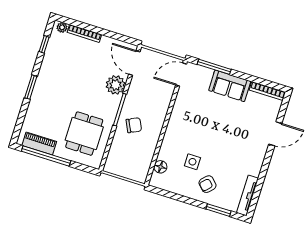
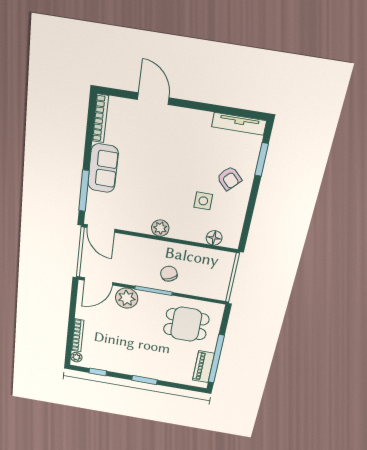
plant: (175, 124) -> (160, 228), added

